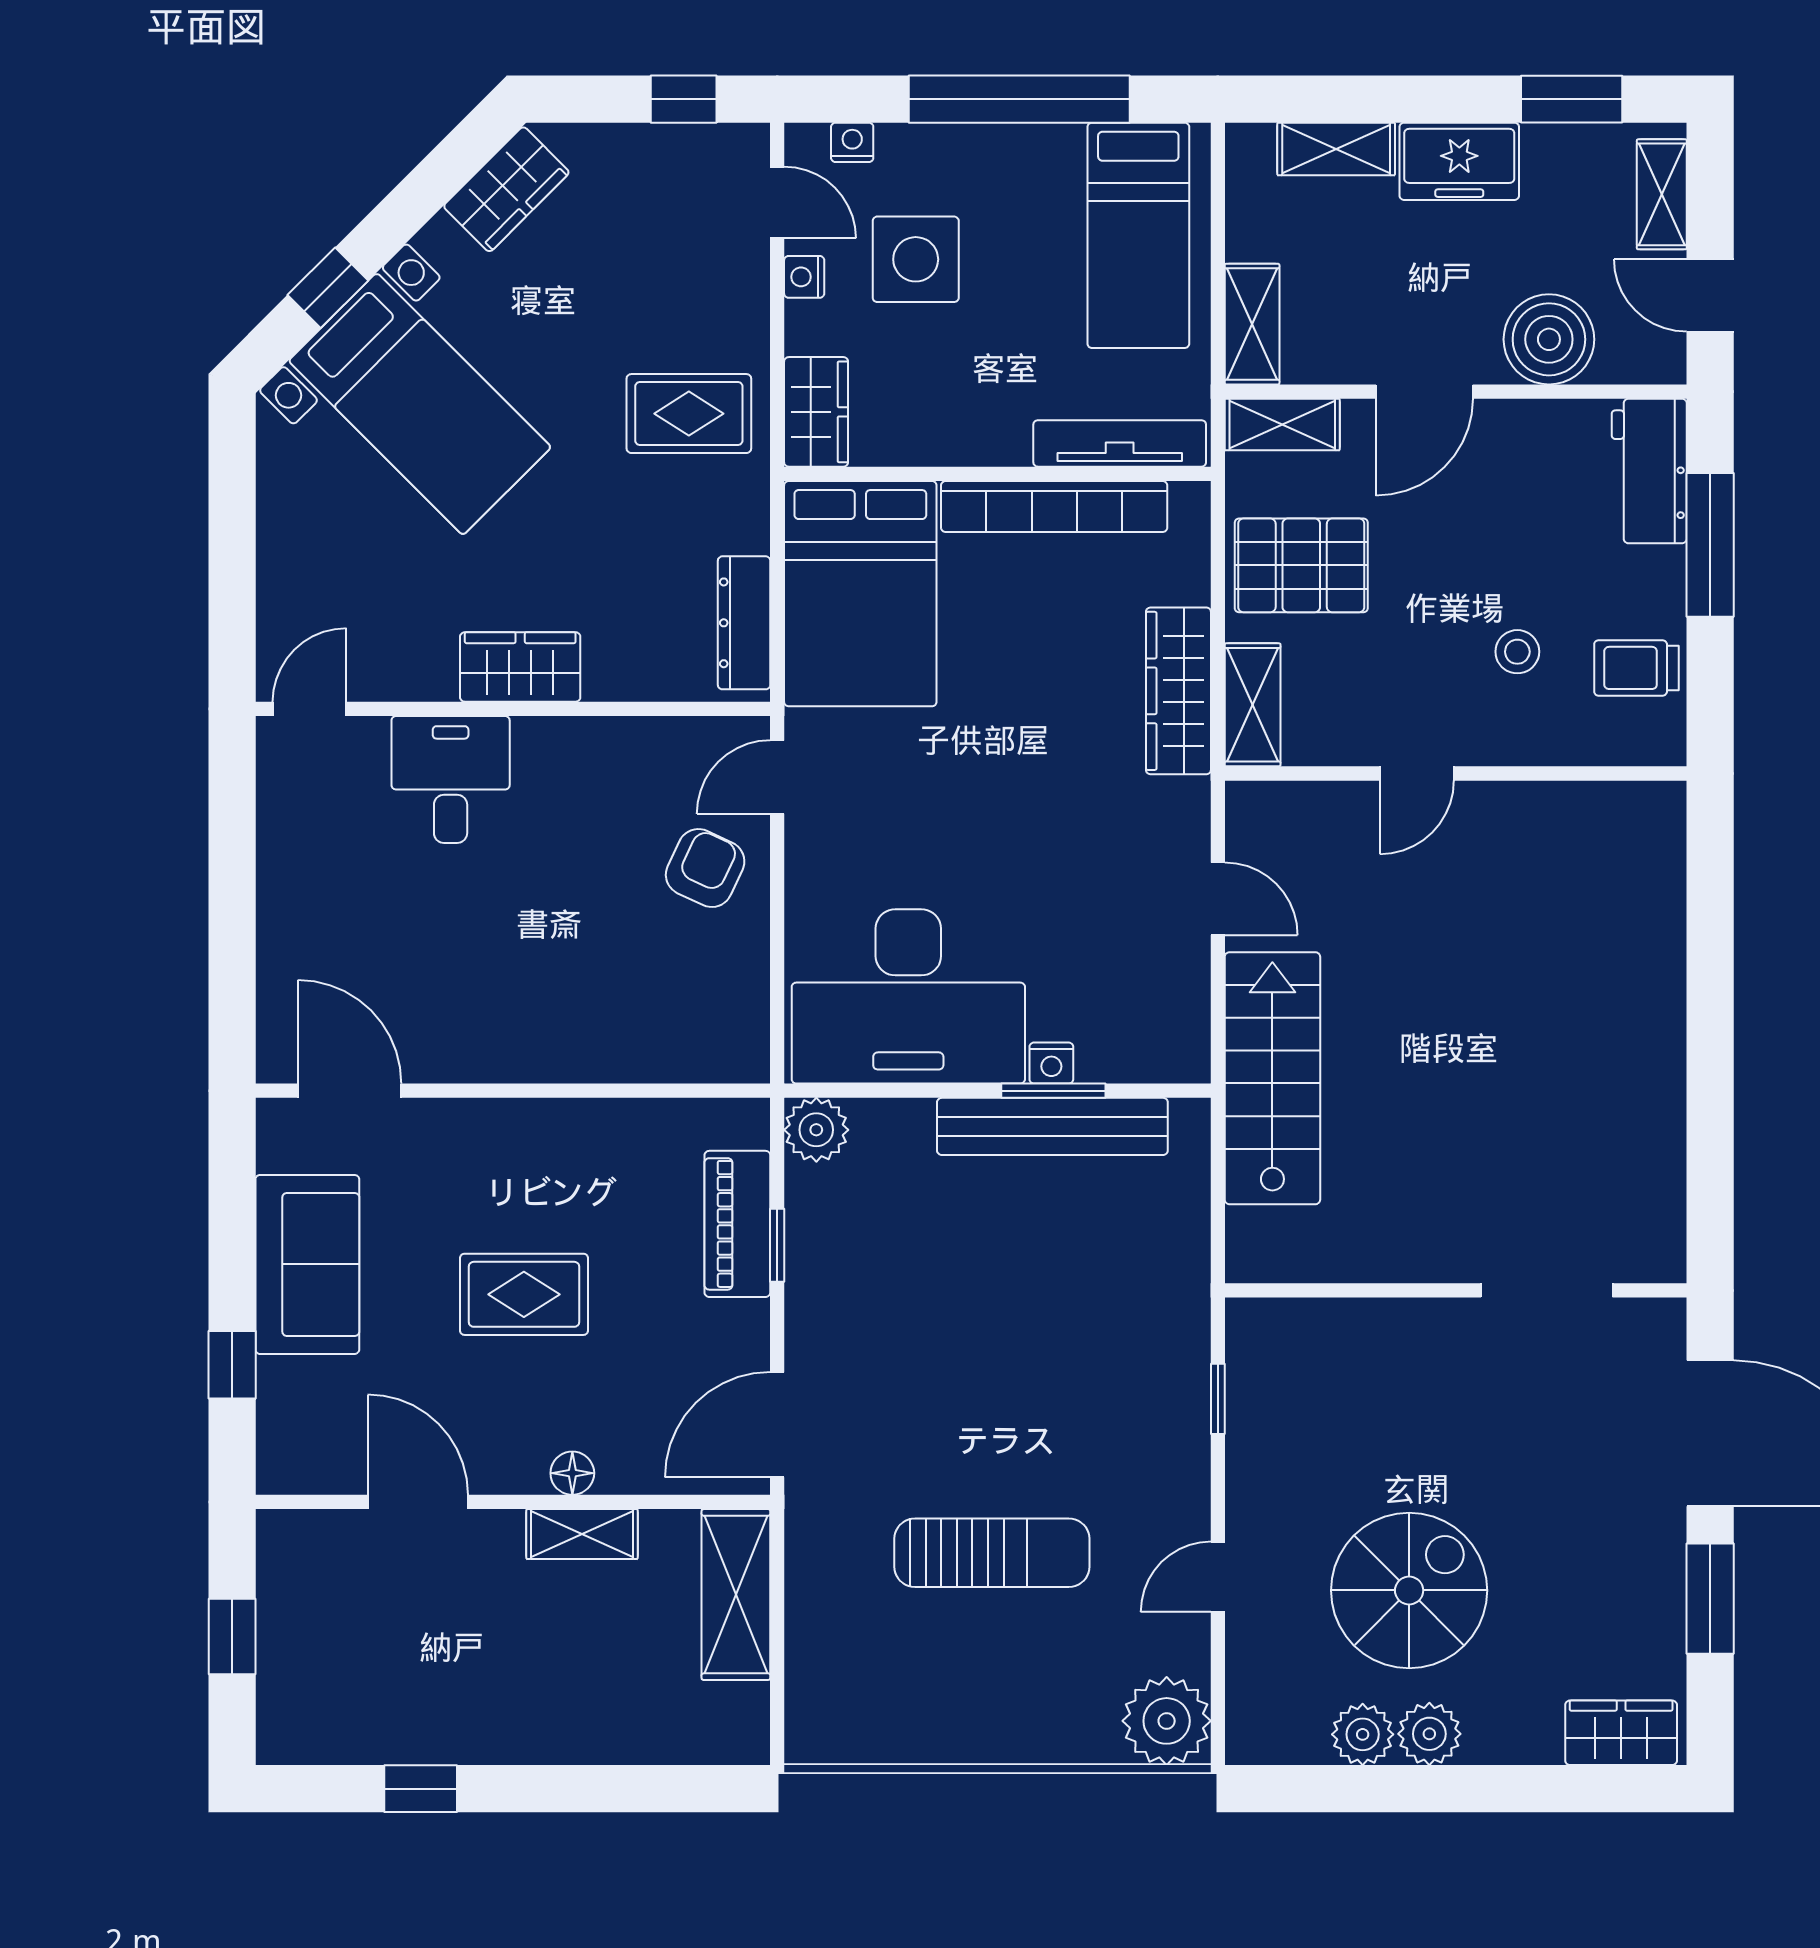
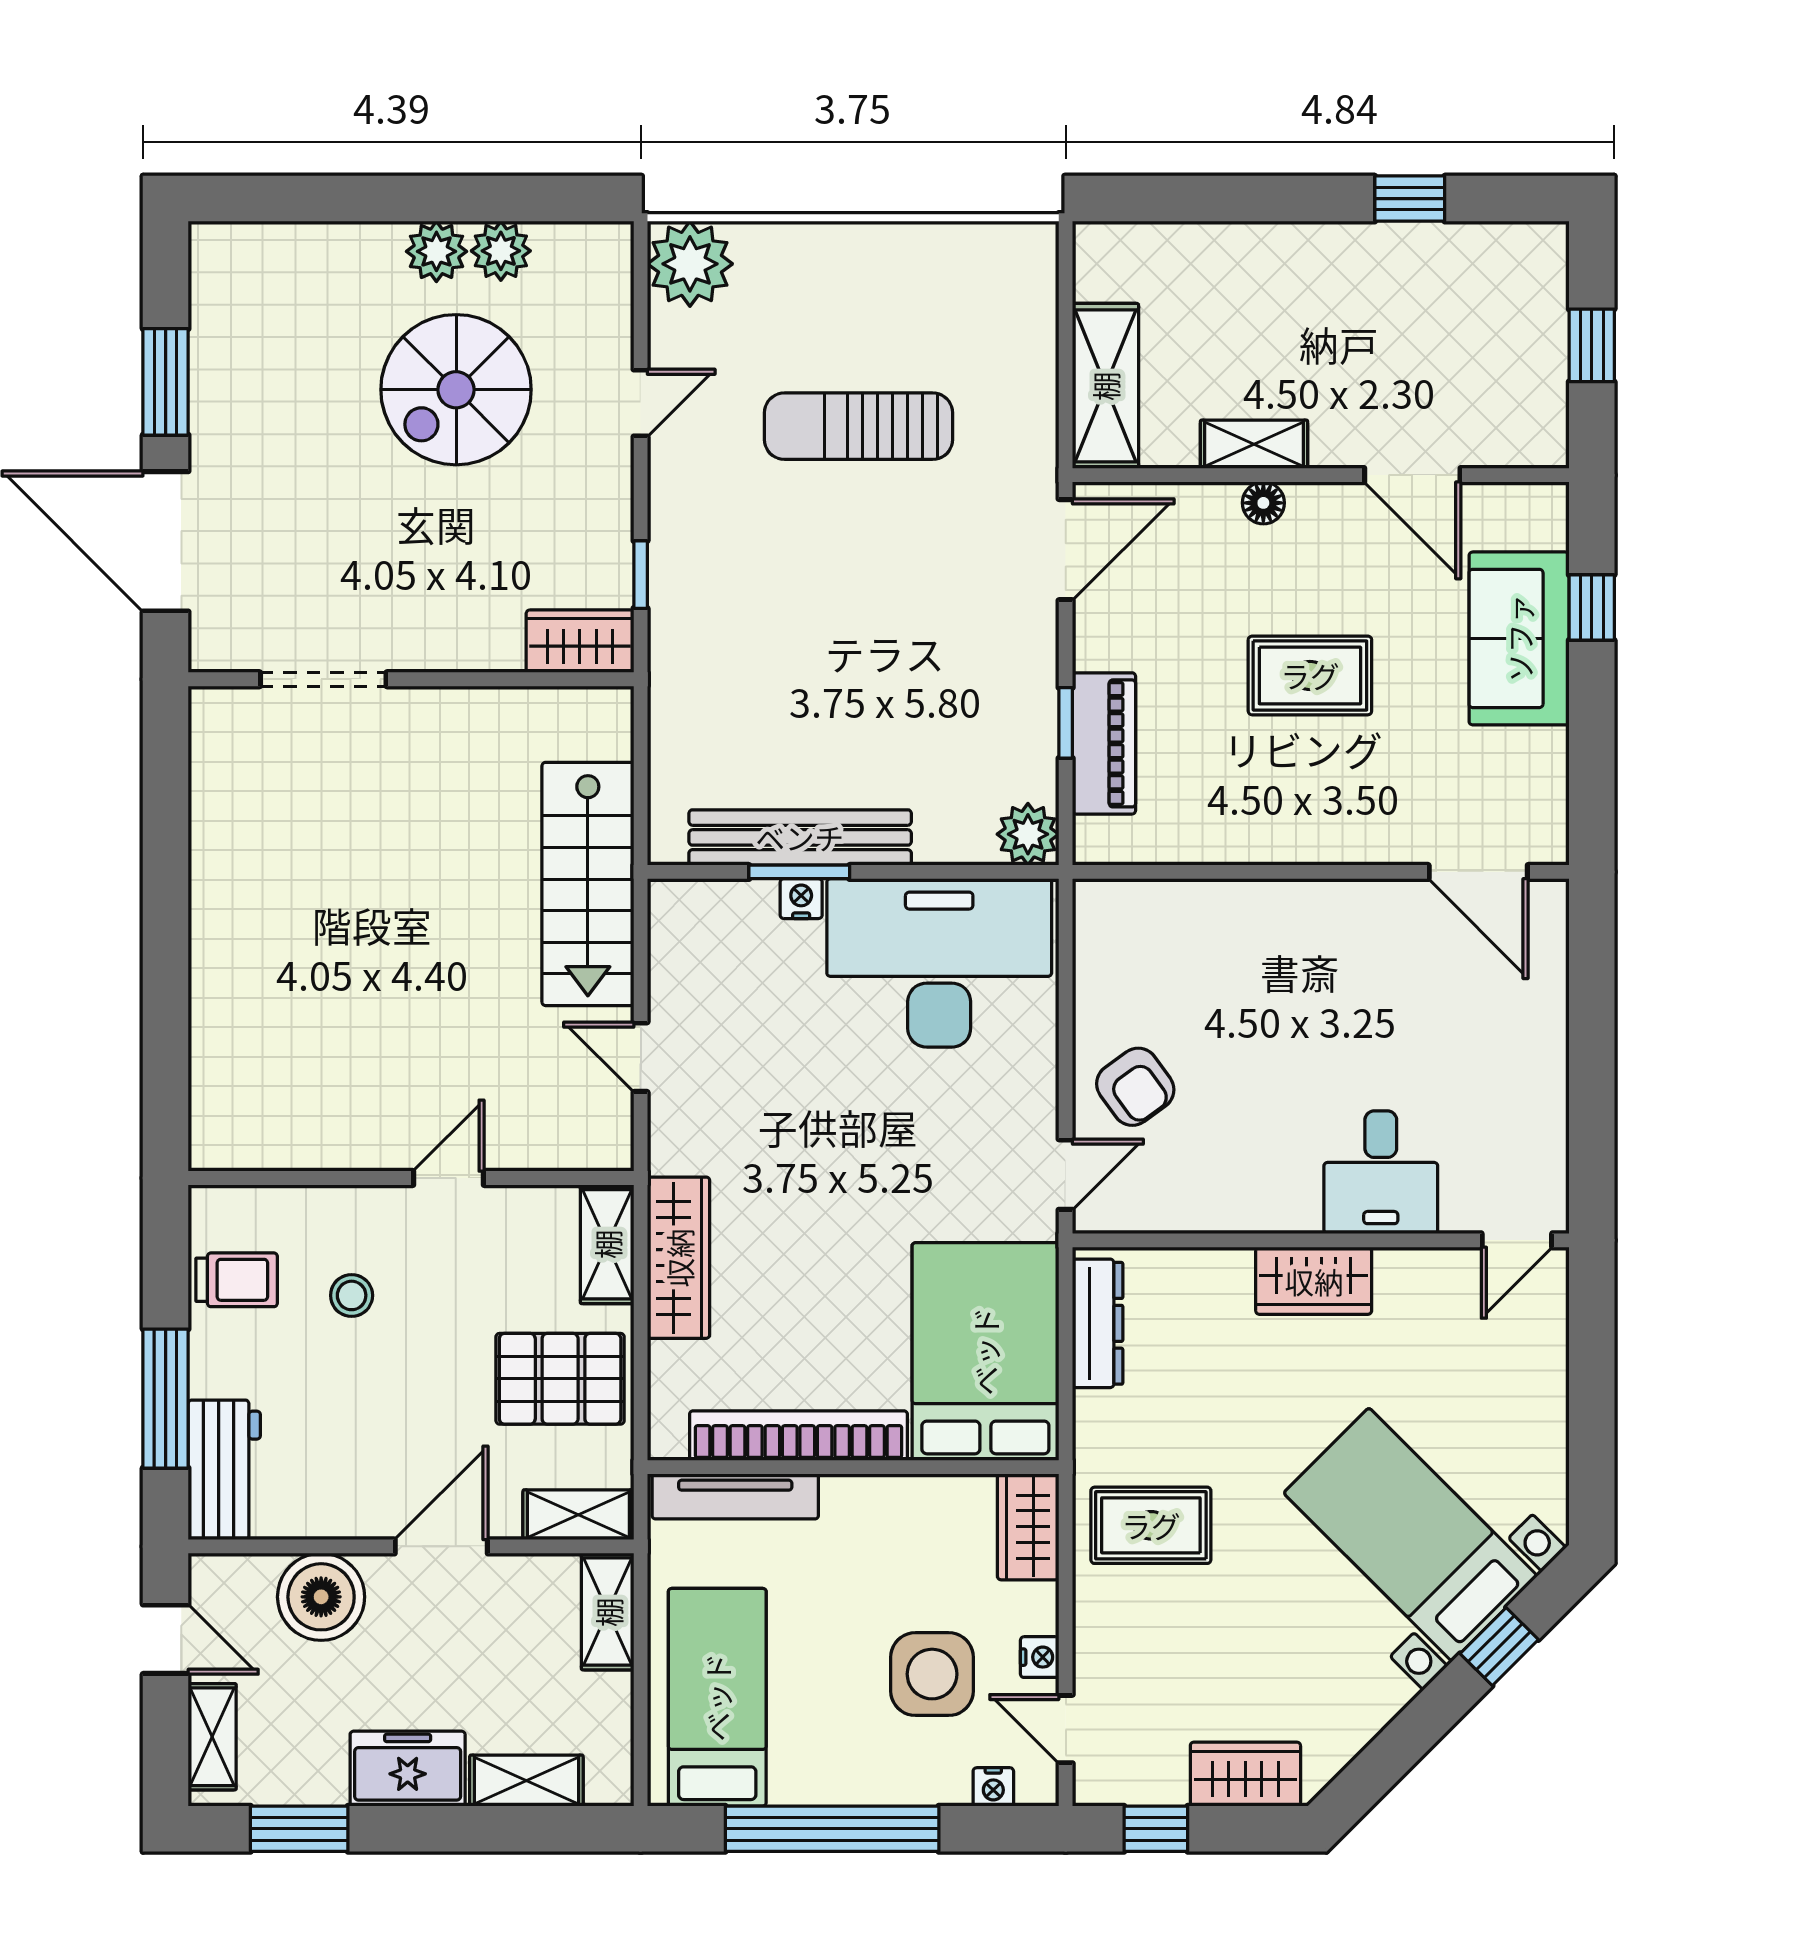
wardrobe: (506, 189) -> (1245, 1774), moved, turned 45
armchair: (705, 868) -> (1135, 1087), turned -61
sofa: (307, 1264) -> (1519, 638), moved
wardrobe: (1621, 1733) -> (580, 641), moved, turned 180

